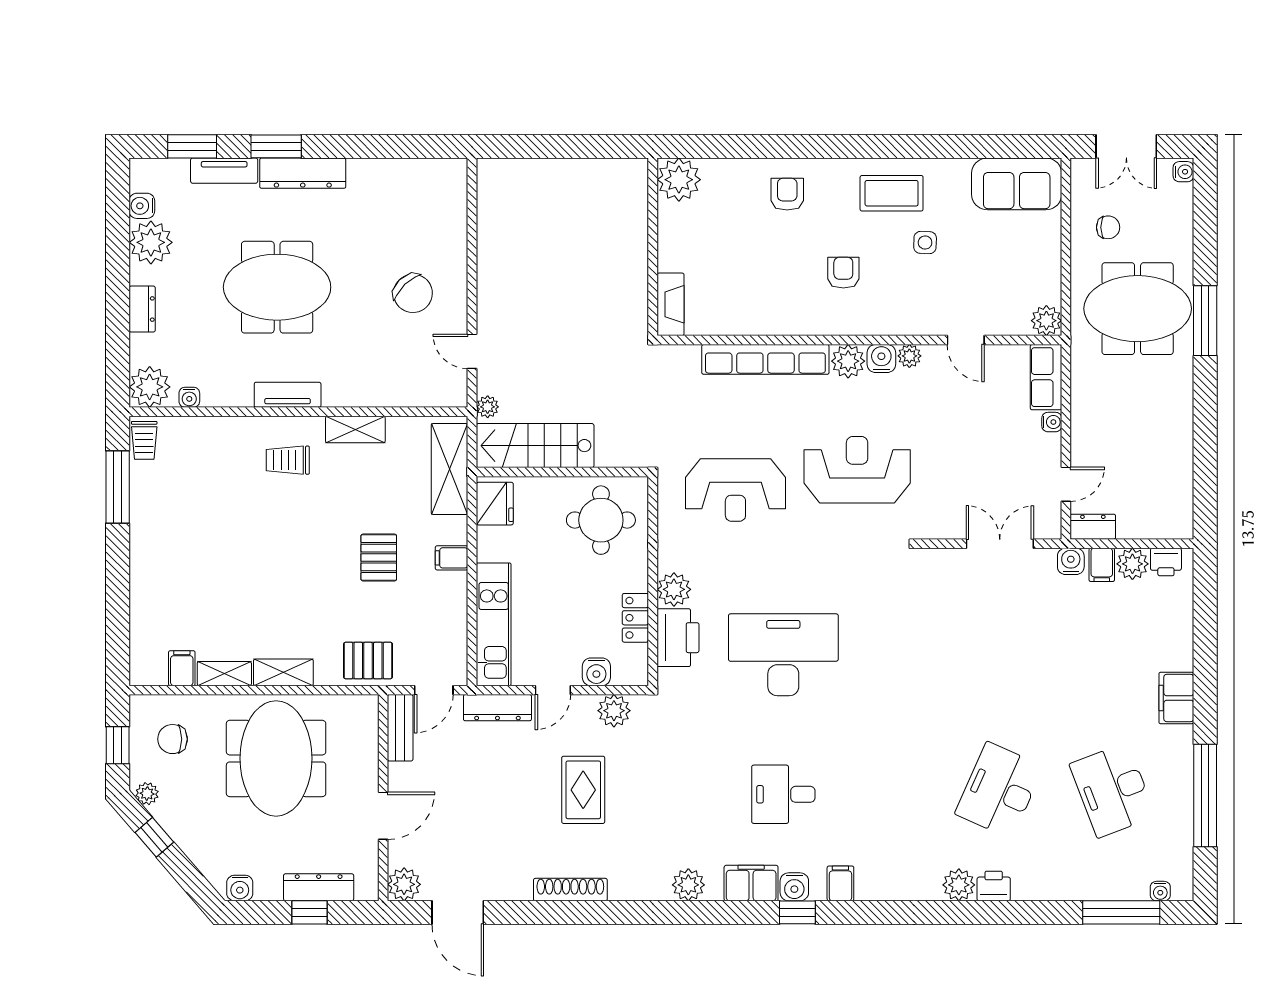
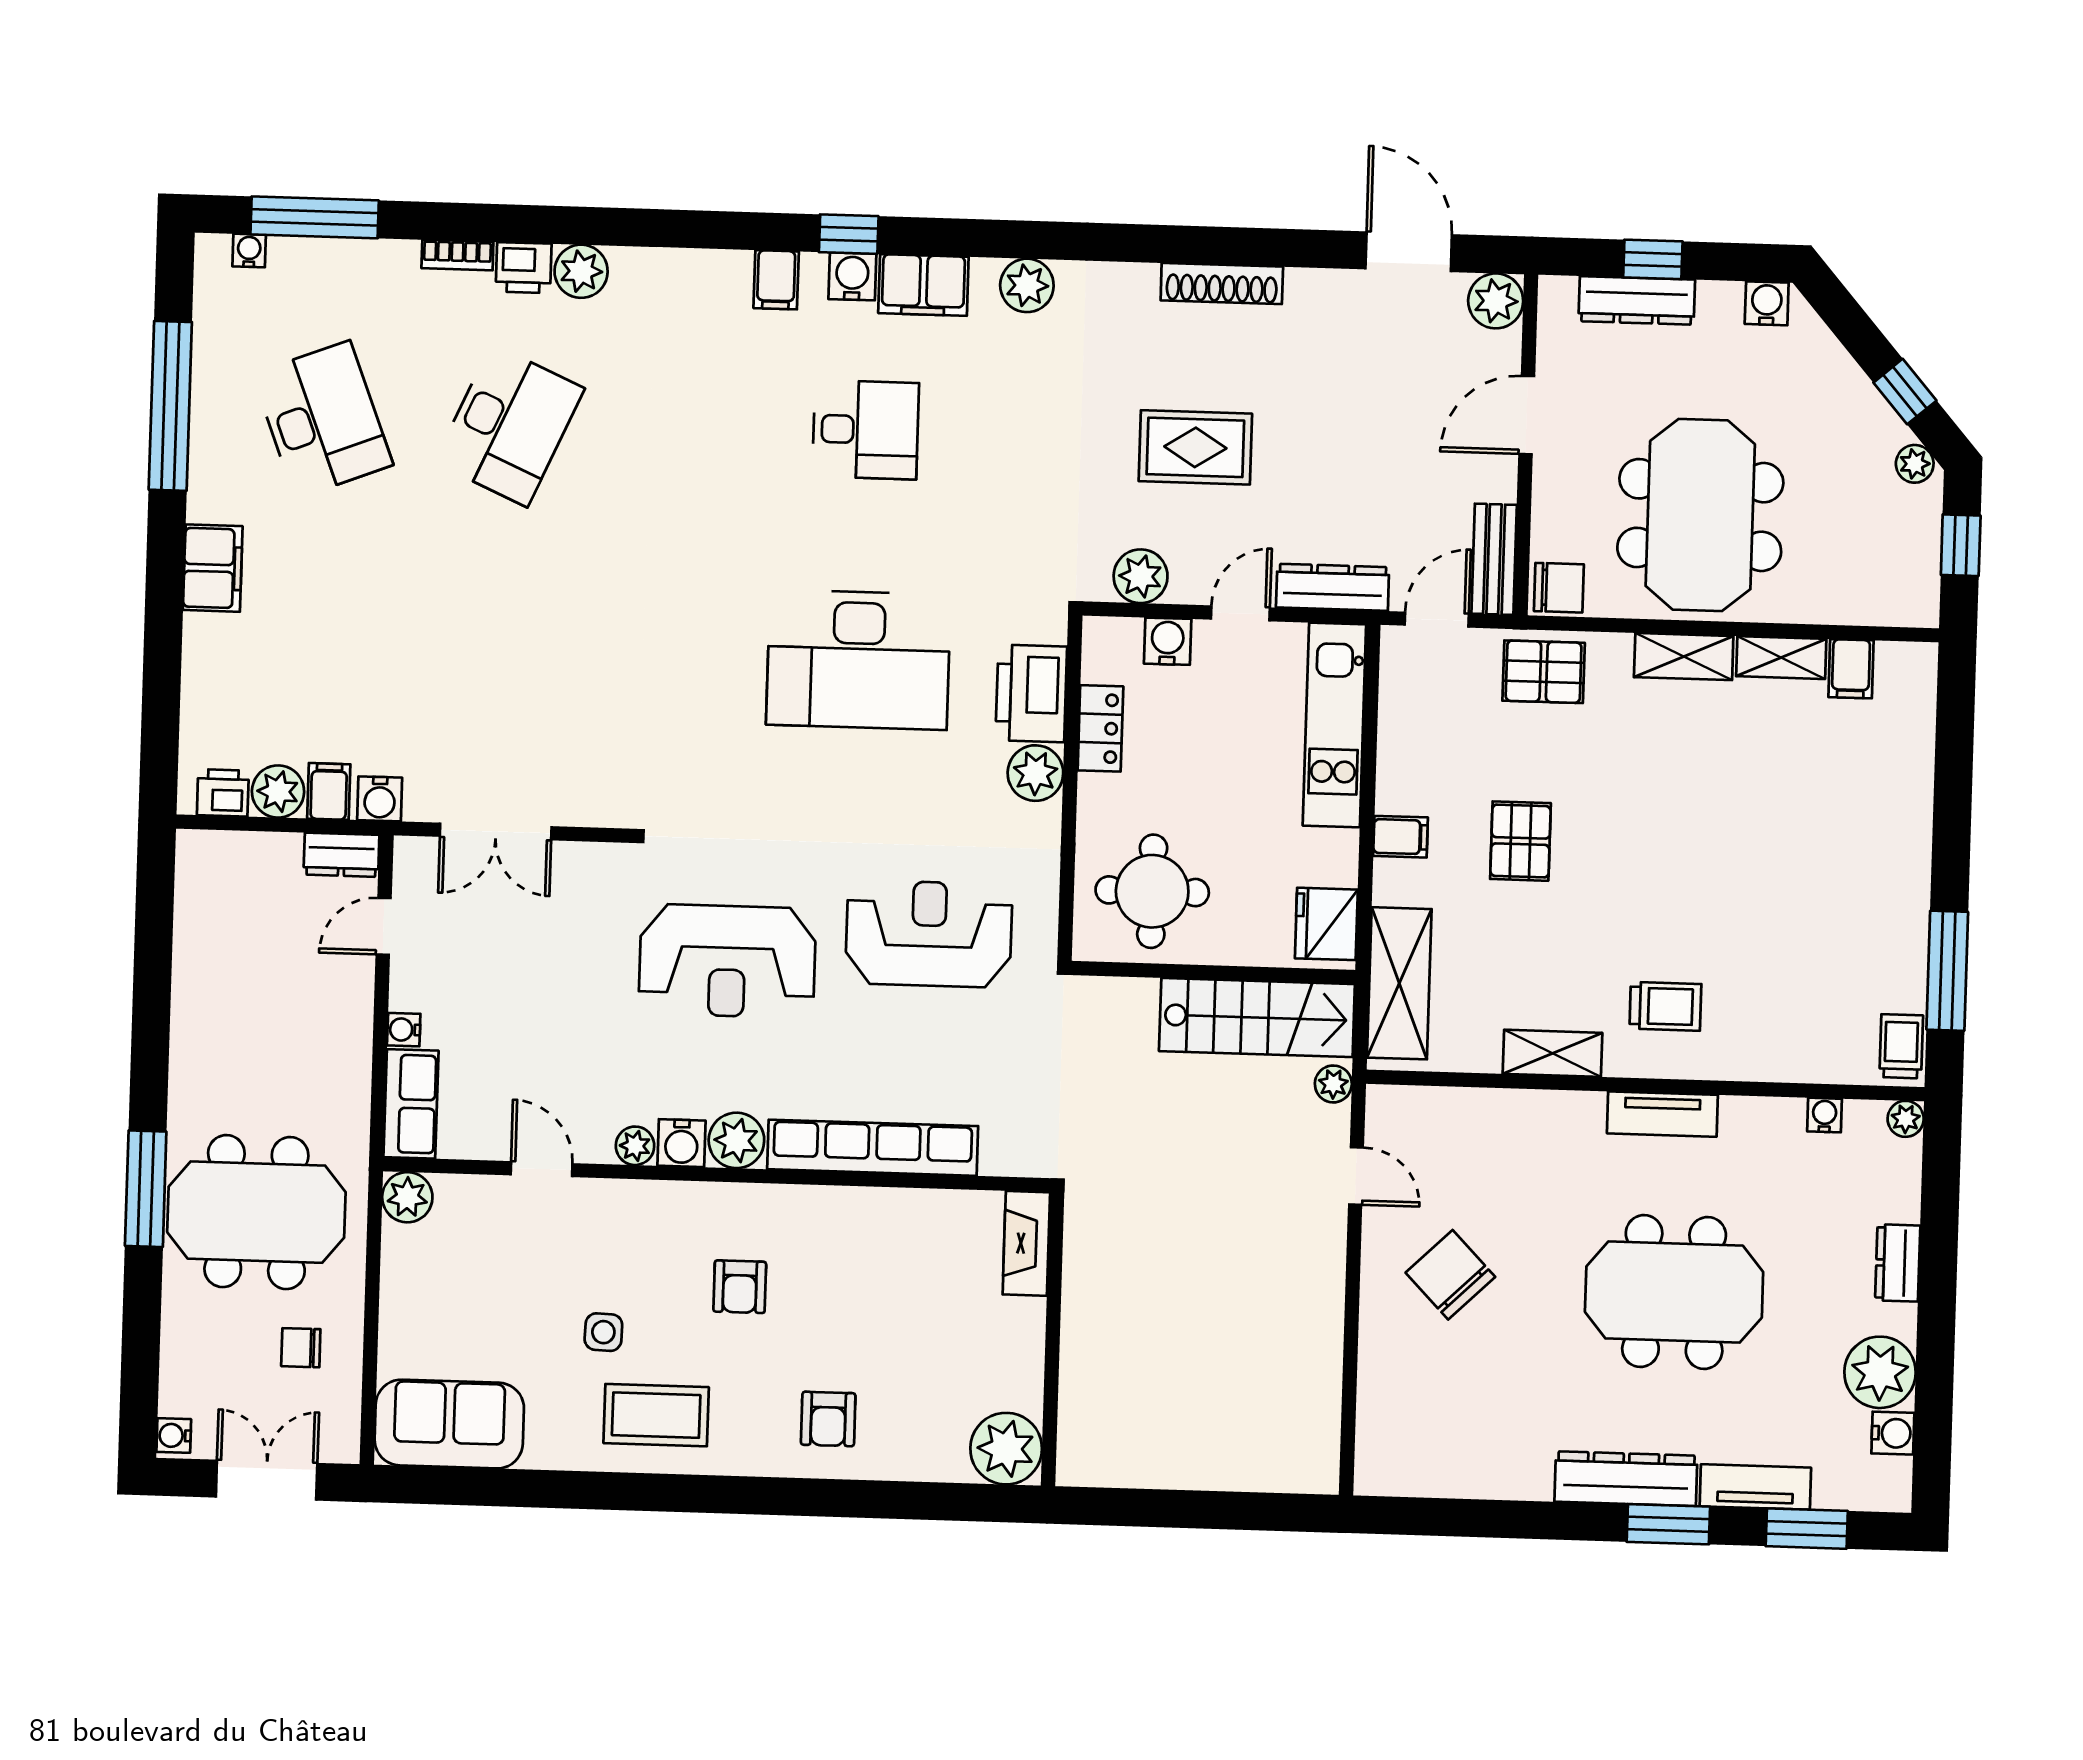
plant: (150, 387) -> (1906, 1119), width x0.53, depth x0.53
chair: (173, 739) -> (1559, 588), moved
rug: (583, 790) -> (1195, 447), turned 90
bookcase: (1034, 892) -> (457, 255), added

